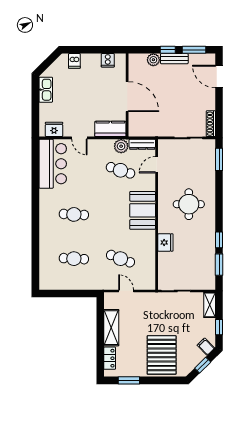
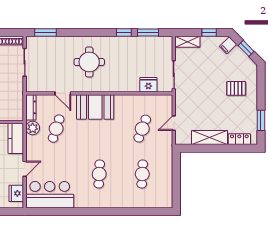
door: (157, 165) -> (63, 93), moved
fridge: (165, 242) -> (148, 85), moved
pallet: (162, 355) -> (236, 88), width x0.49, depth x0.50

